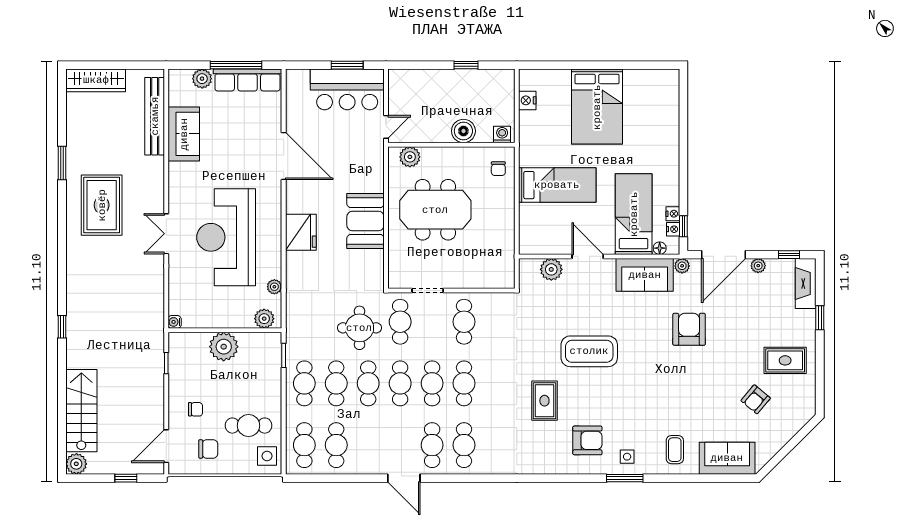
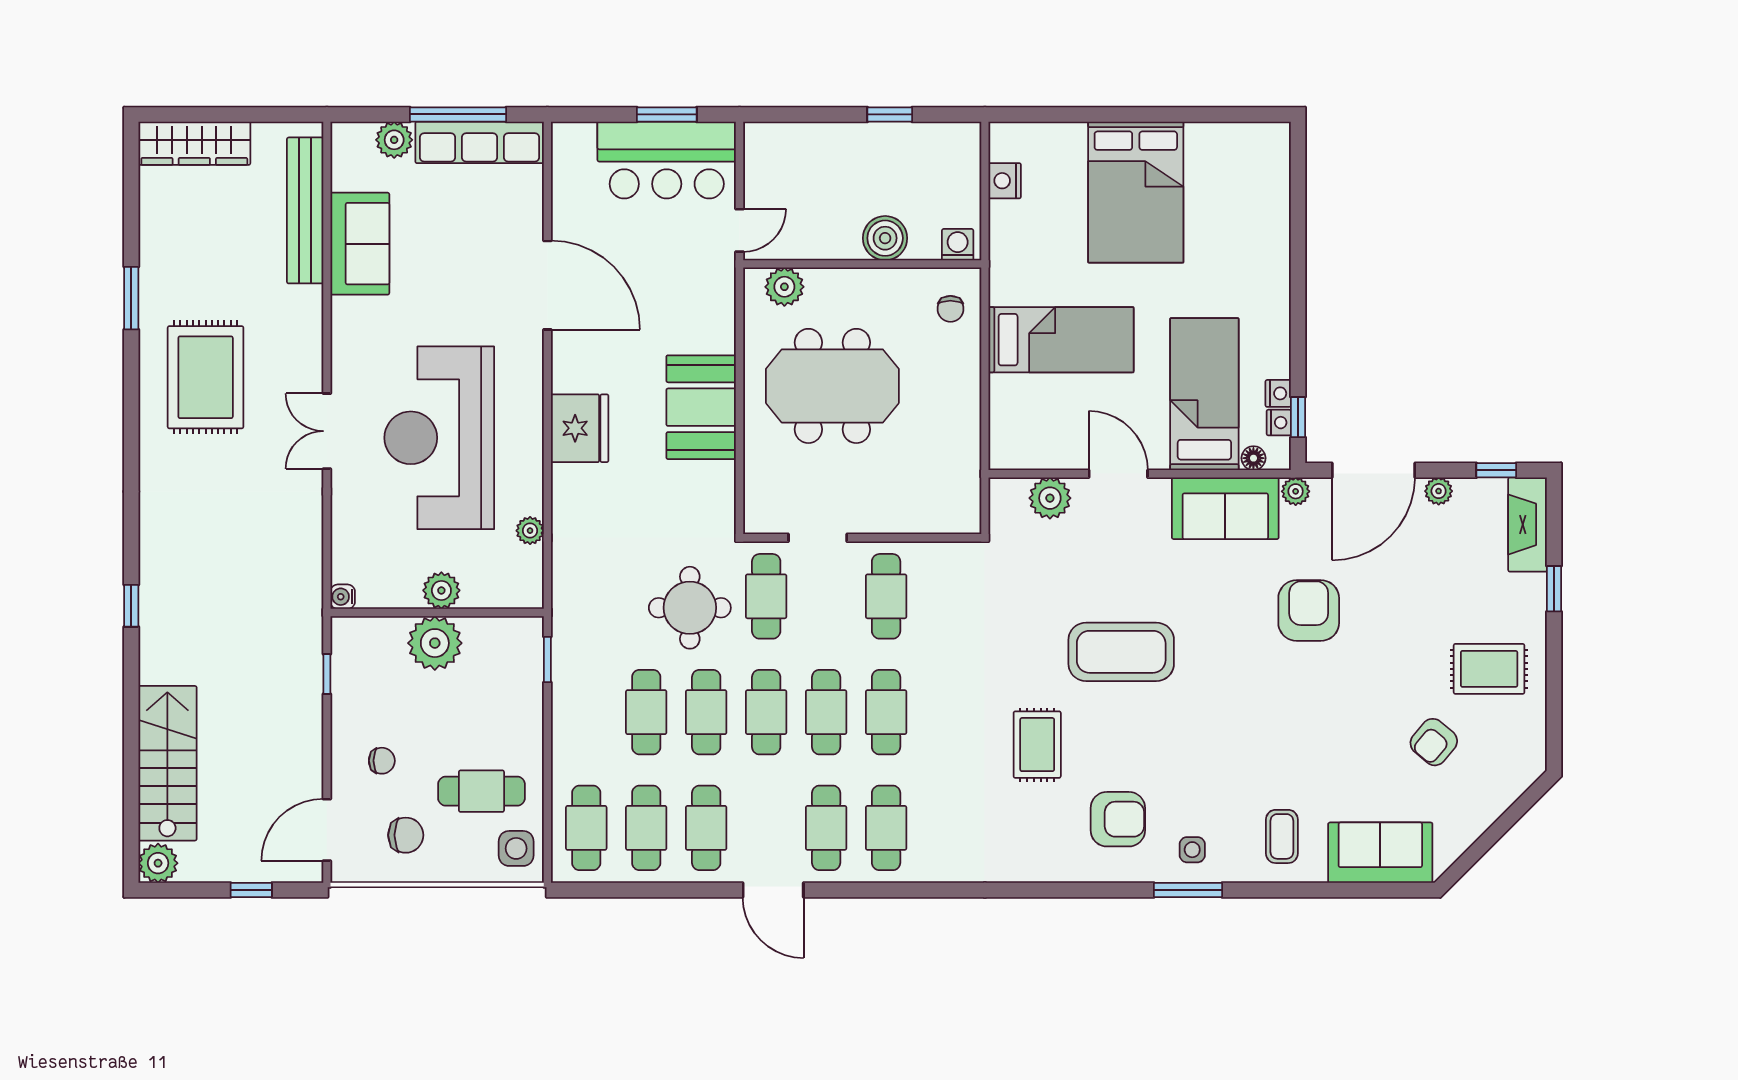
plant: (264, 319) -> (441, 590), moved
cafe table: (304, 383) -> (706, 828), moved

